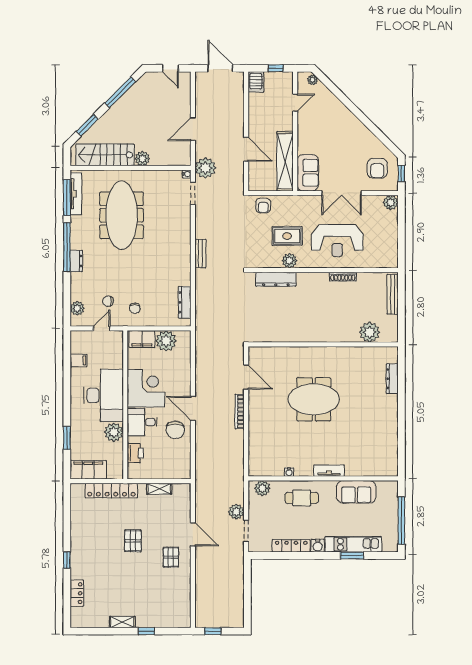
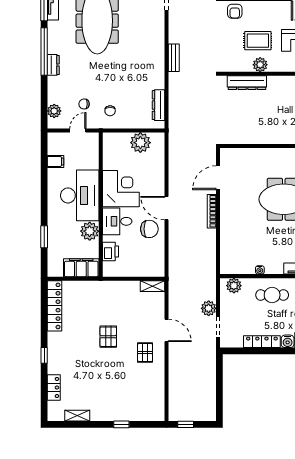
filing cabinet: (142, 339) -> (117, 141), removed
door: (246, 377) -> (218, 178), swing flipped
chair: (175, 430) -> (149, 229), turned -90
filing cabinet: (88, 470) -> (81, 268), moved
shelving: (159, 489) -> (152, 286), moved
locker: (111, 490) -> (54, 306), moved, turned -90
shelving: (122, 622) -> (77, 416), moved

